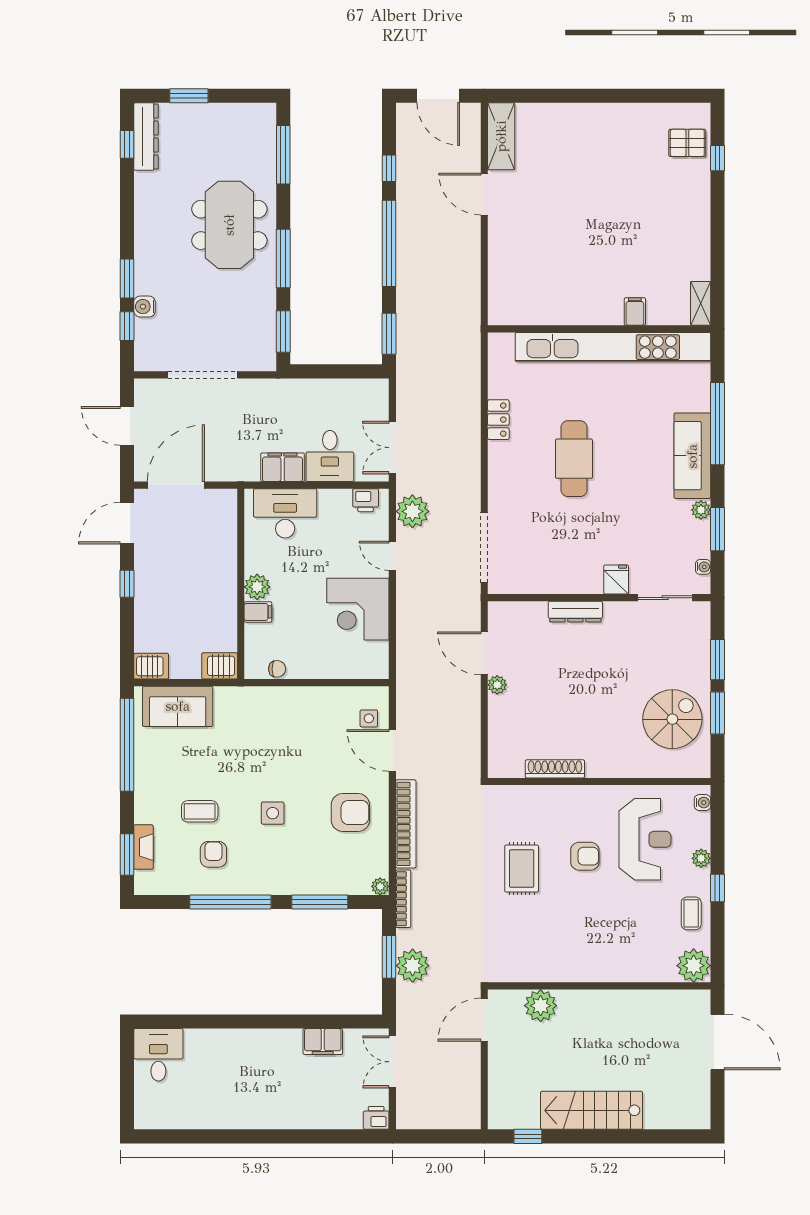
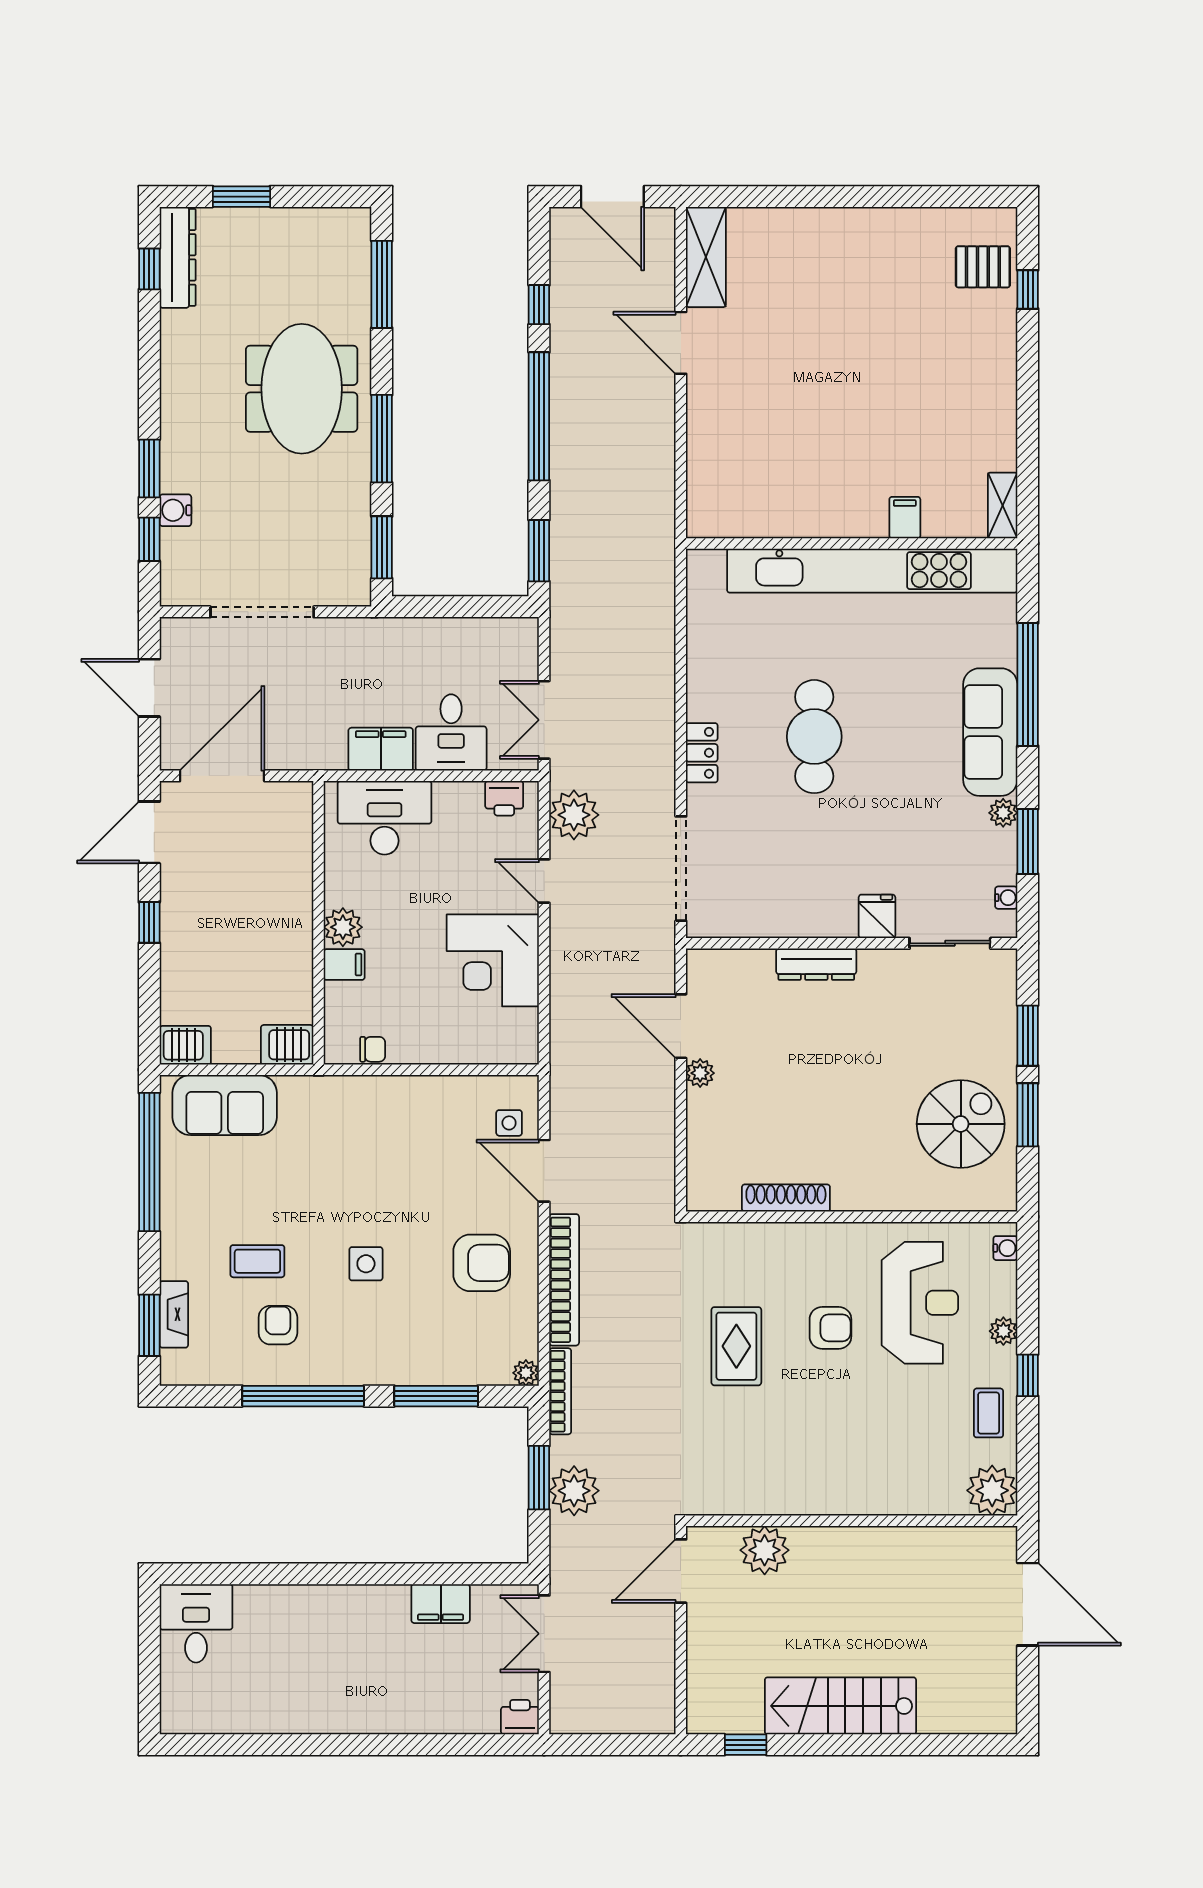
locker: (498, 420) -> (702, 753), moved

